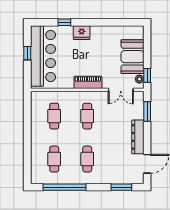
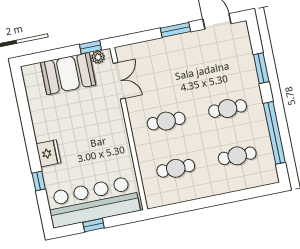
piano: (88, 82) -> (118, 130), removed
window: (147, 111) -> (176, 30), moved
dresser: (138, 137) -> (181, 43), removed
window: (121, 187) -> (261, 68), moved

